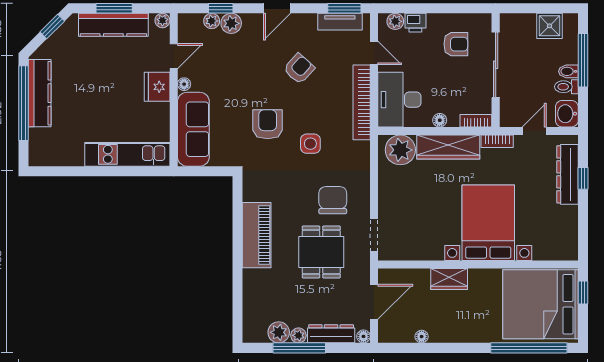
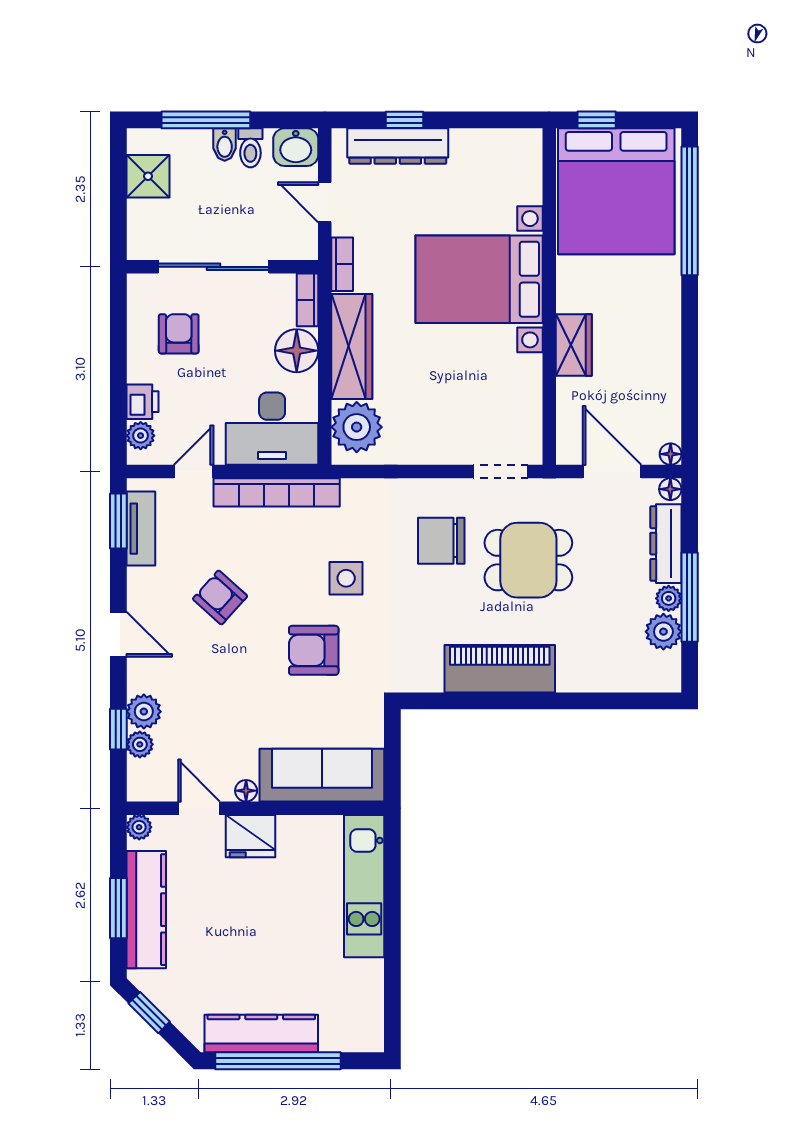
floor lamp: (440, 120) -> (297, 351), width x1.89, depth x1.89
floor lamp: (422, 337) -> (671, 454), moved

